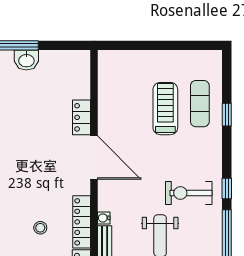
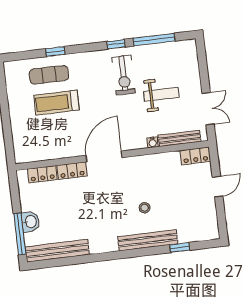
locker: (82, 222) -> (42, 174), moved, width x0.66
stool: (40, 228) -> (145, 208), moved

